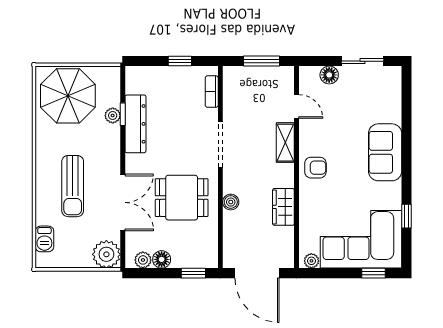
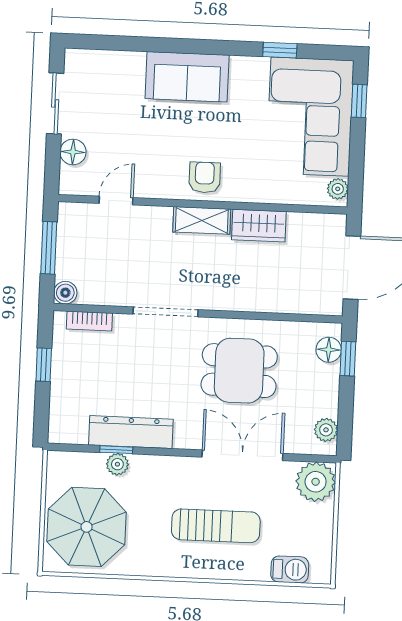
shelving: (285, 143) -> (202, 220), moved
dining table: (182, 198) -> (239, 371), turned 90
boiler: (231, 202) -> (65, 293), moved
floor lamp: (162, 259) -> (329, 350), moved

